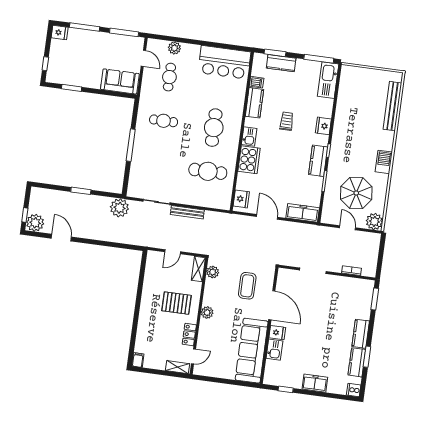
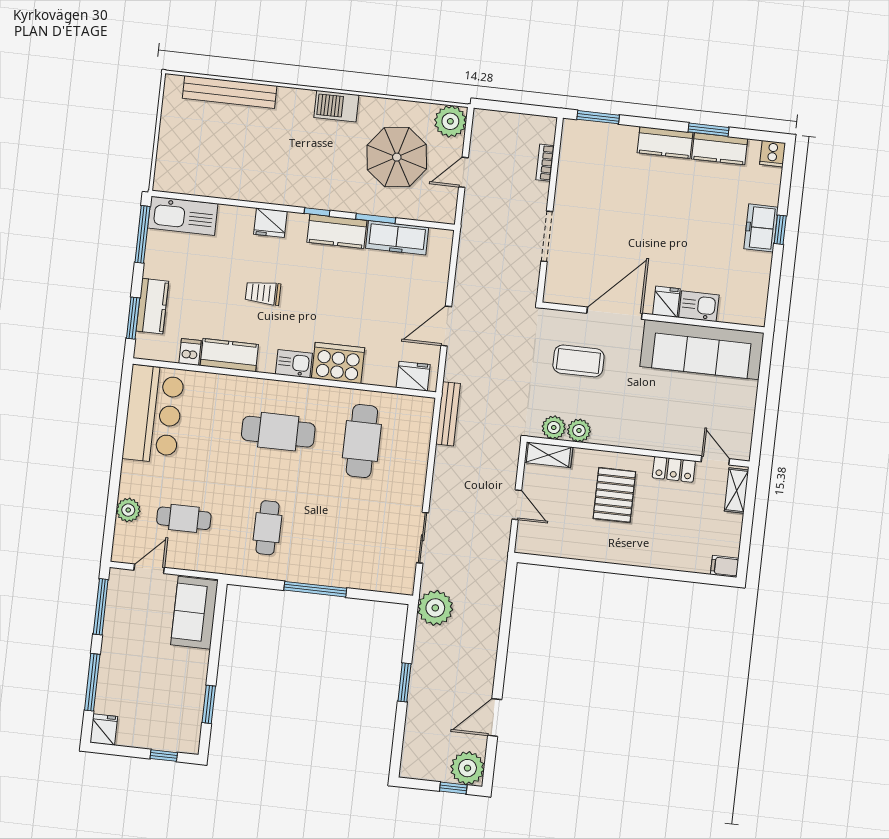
bench: (187, 212) -> (448, 414), moved
freezer: (303, 213) -> (397, 238), moved, turned -90
plant: (207, 313) -> (579, 430), moved
window: (286, 389) -> (780, 230), moved

